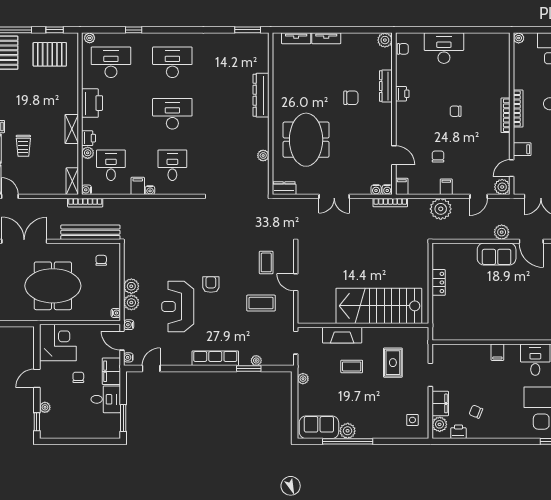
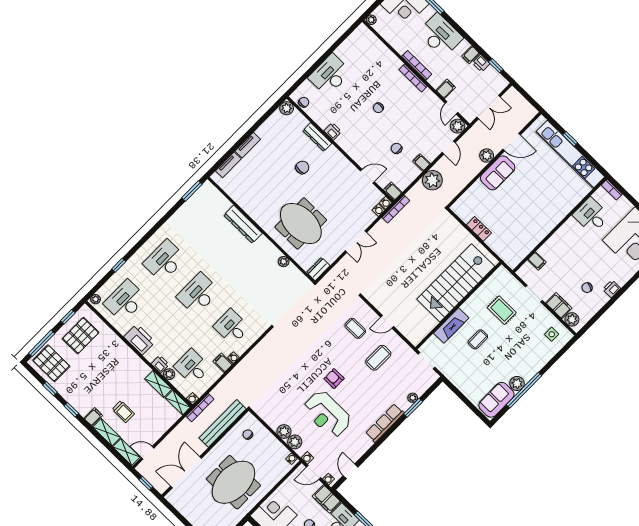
shelving: (72, 129) -> (158, 384), moved
filing cabinet: (497, 352) -> (537, 261), moved
plant: (303, 379) -> (454, 379), removed
printer: (458, 432) -> (612, 289), moved

